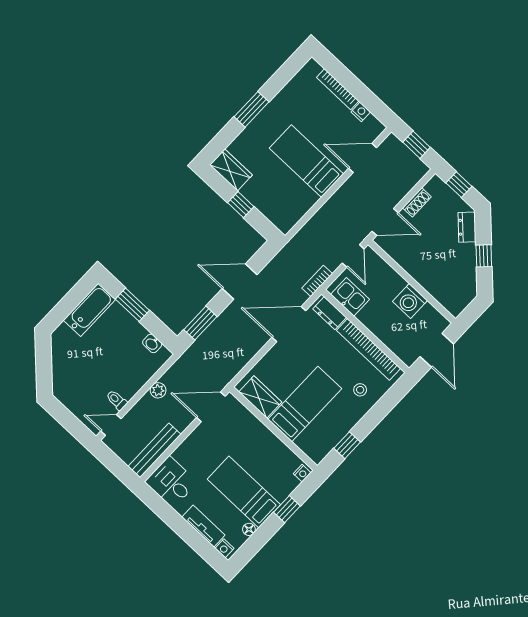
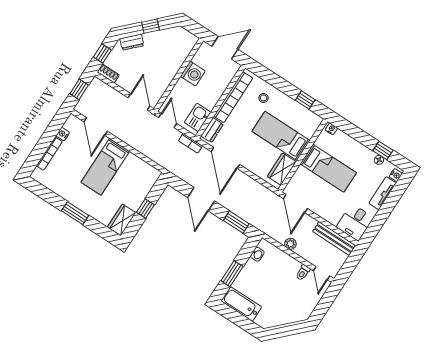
shoe rack: (417, 202) -> (108, 73), moved
door: (353, 256) -> (168, 121), hinge flipped
bed: (244, 492) -> (328, 168), moved, turned -90
window: (287, 509) -> (383, 150), moved

